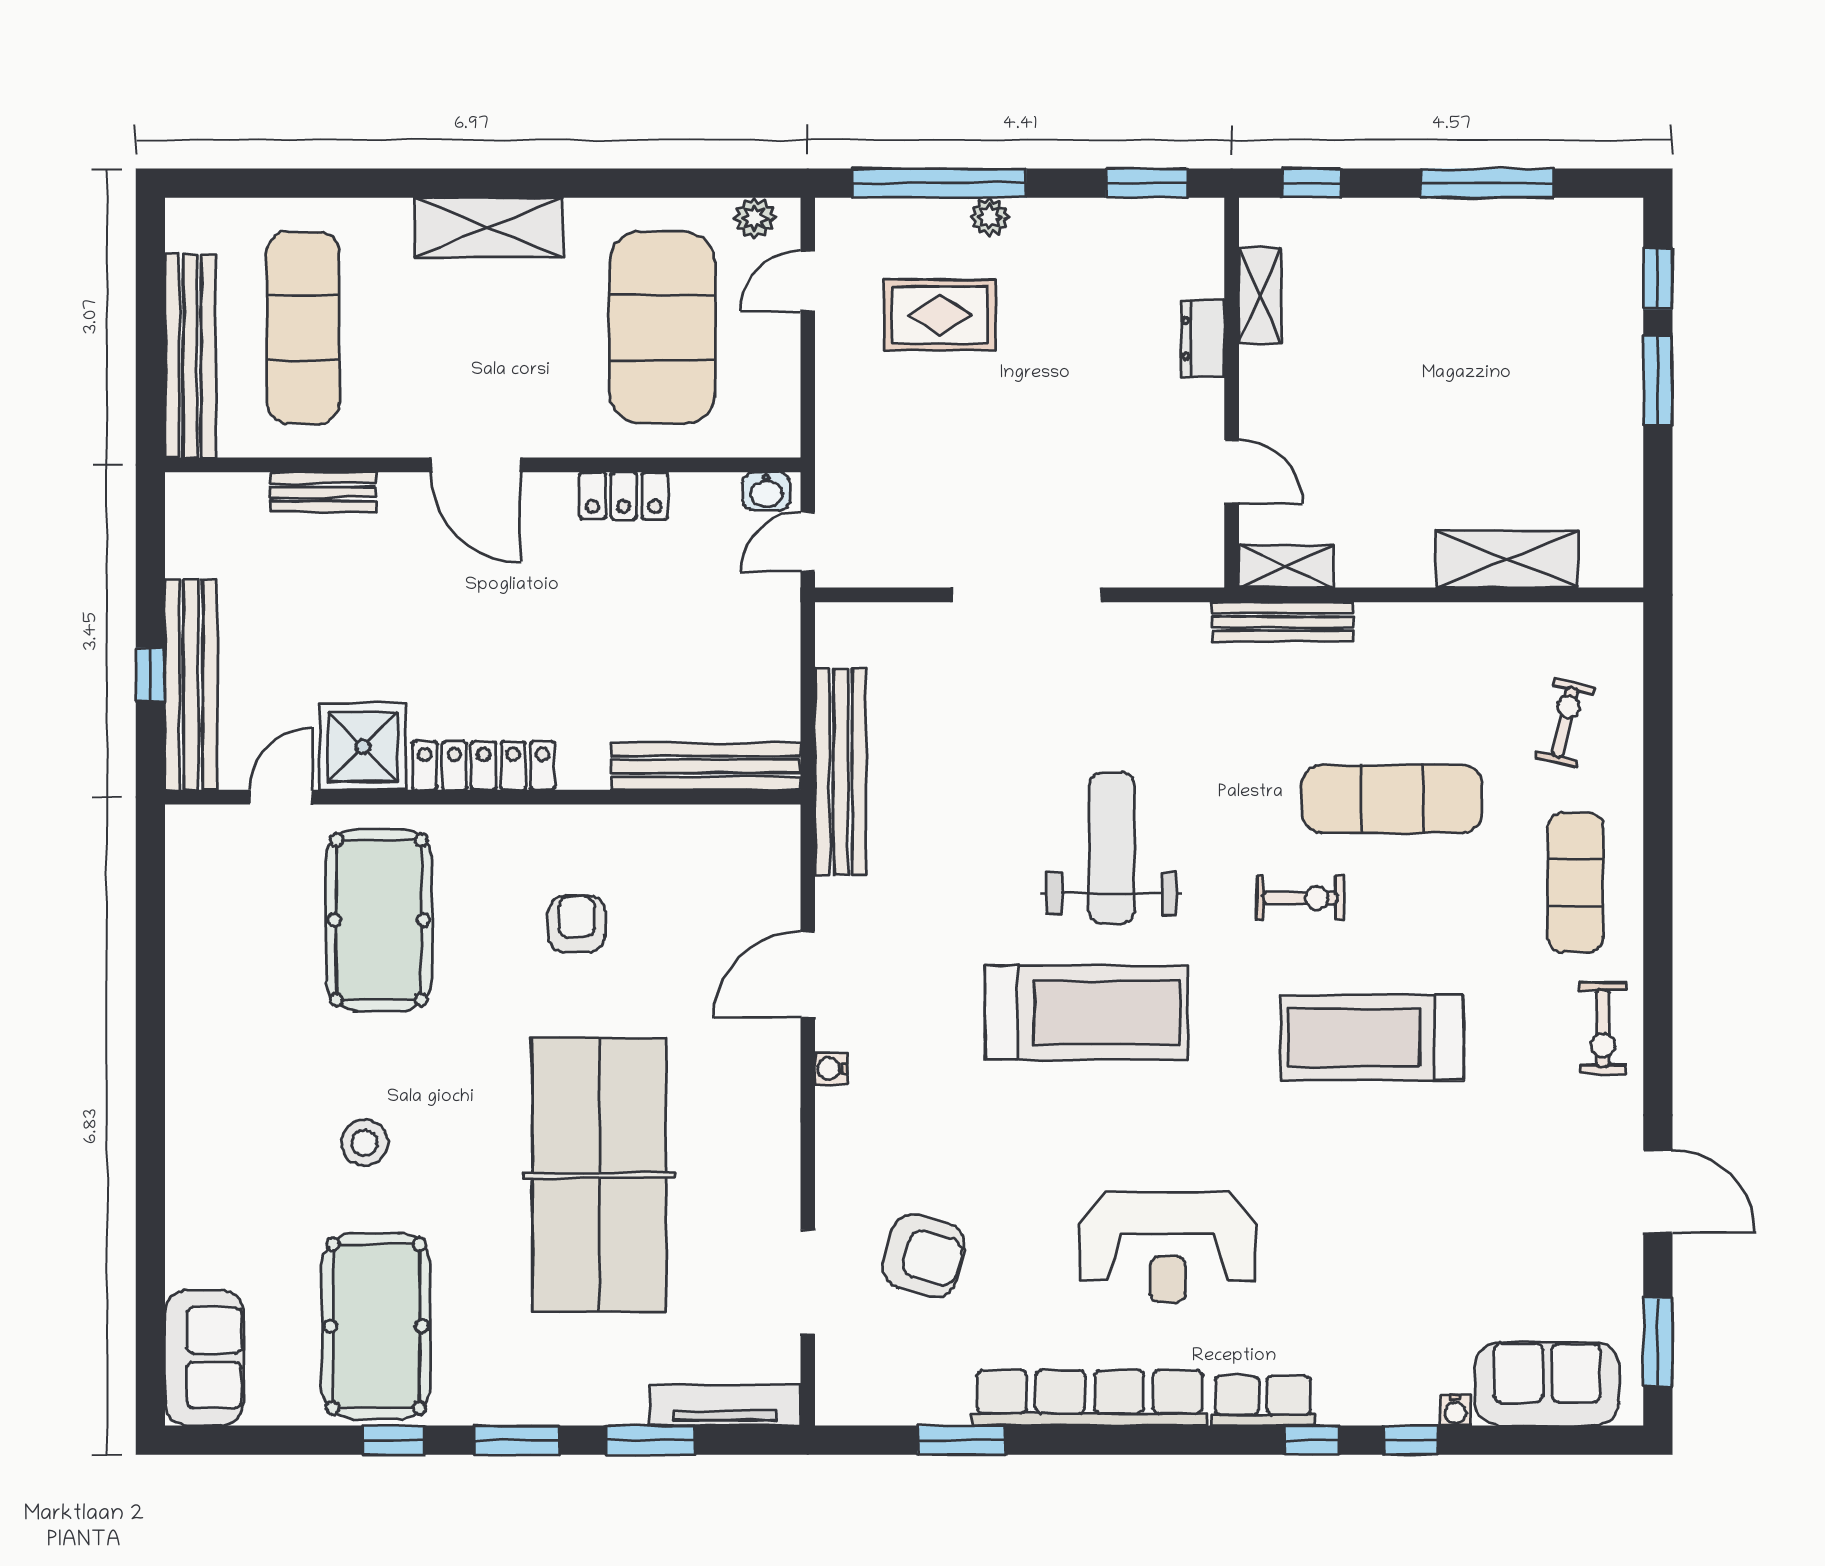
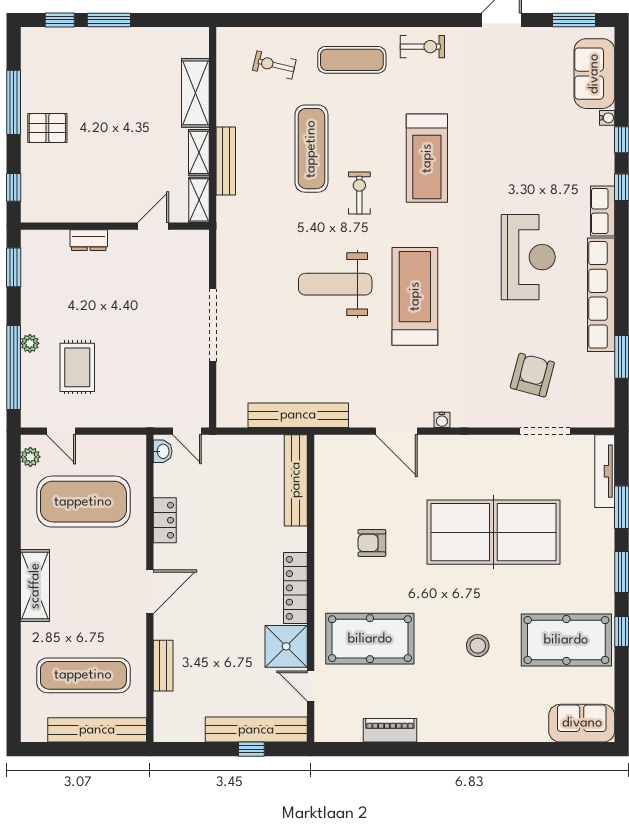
pallet: (1434, 253) -> (47, 128), added
shelving: (1260, 295) -> (199, 152), moved, turned 90
bench: (1282, 622) -> (226, 161), moved
piano: (189, 961) -> (390, 730), added

